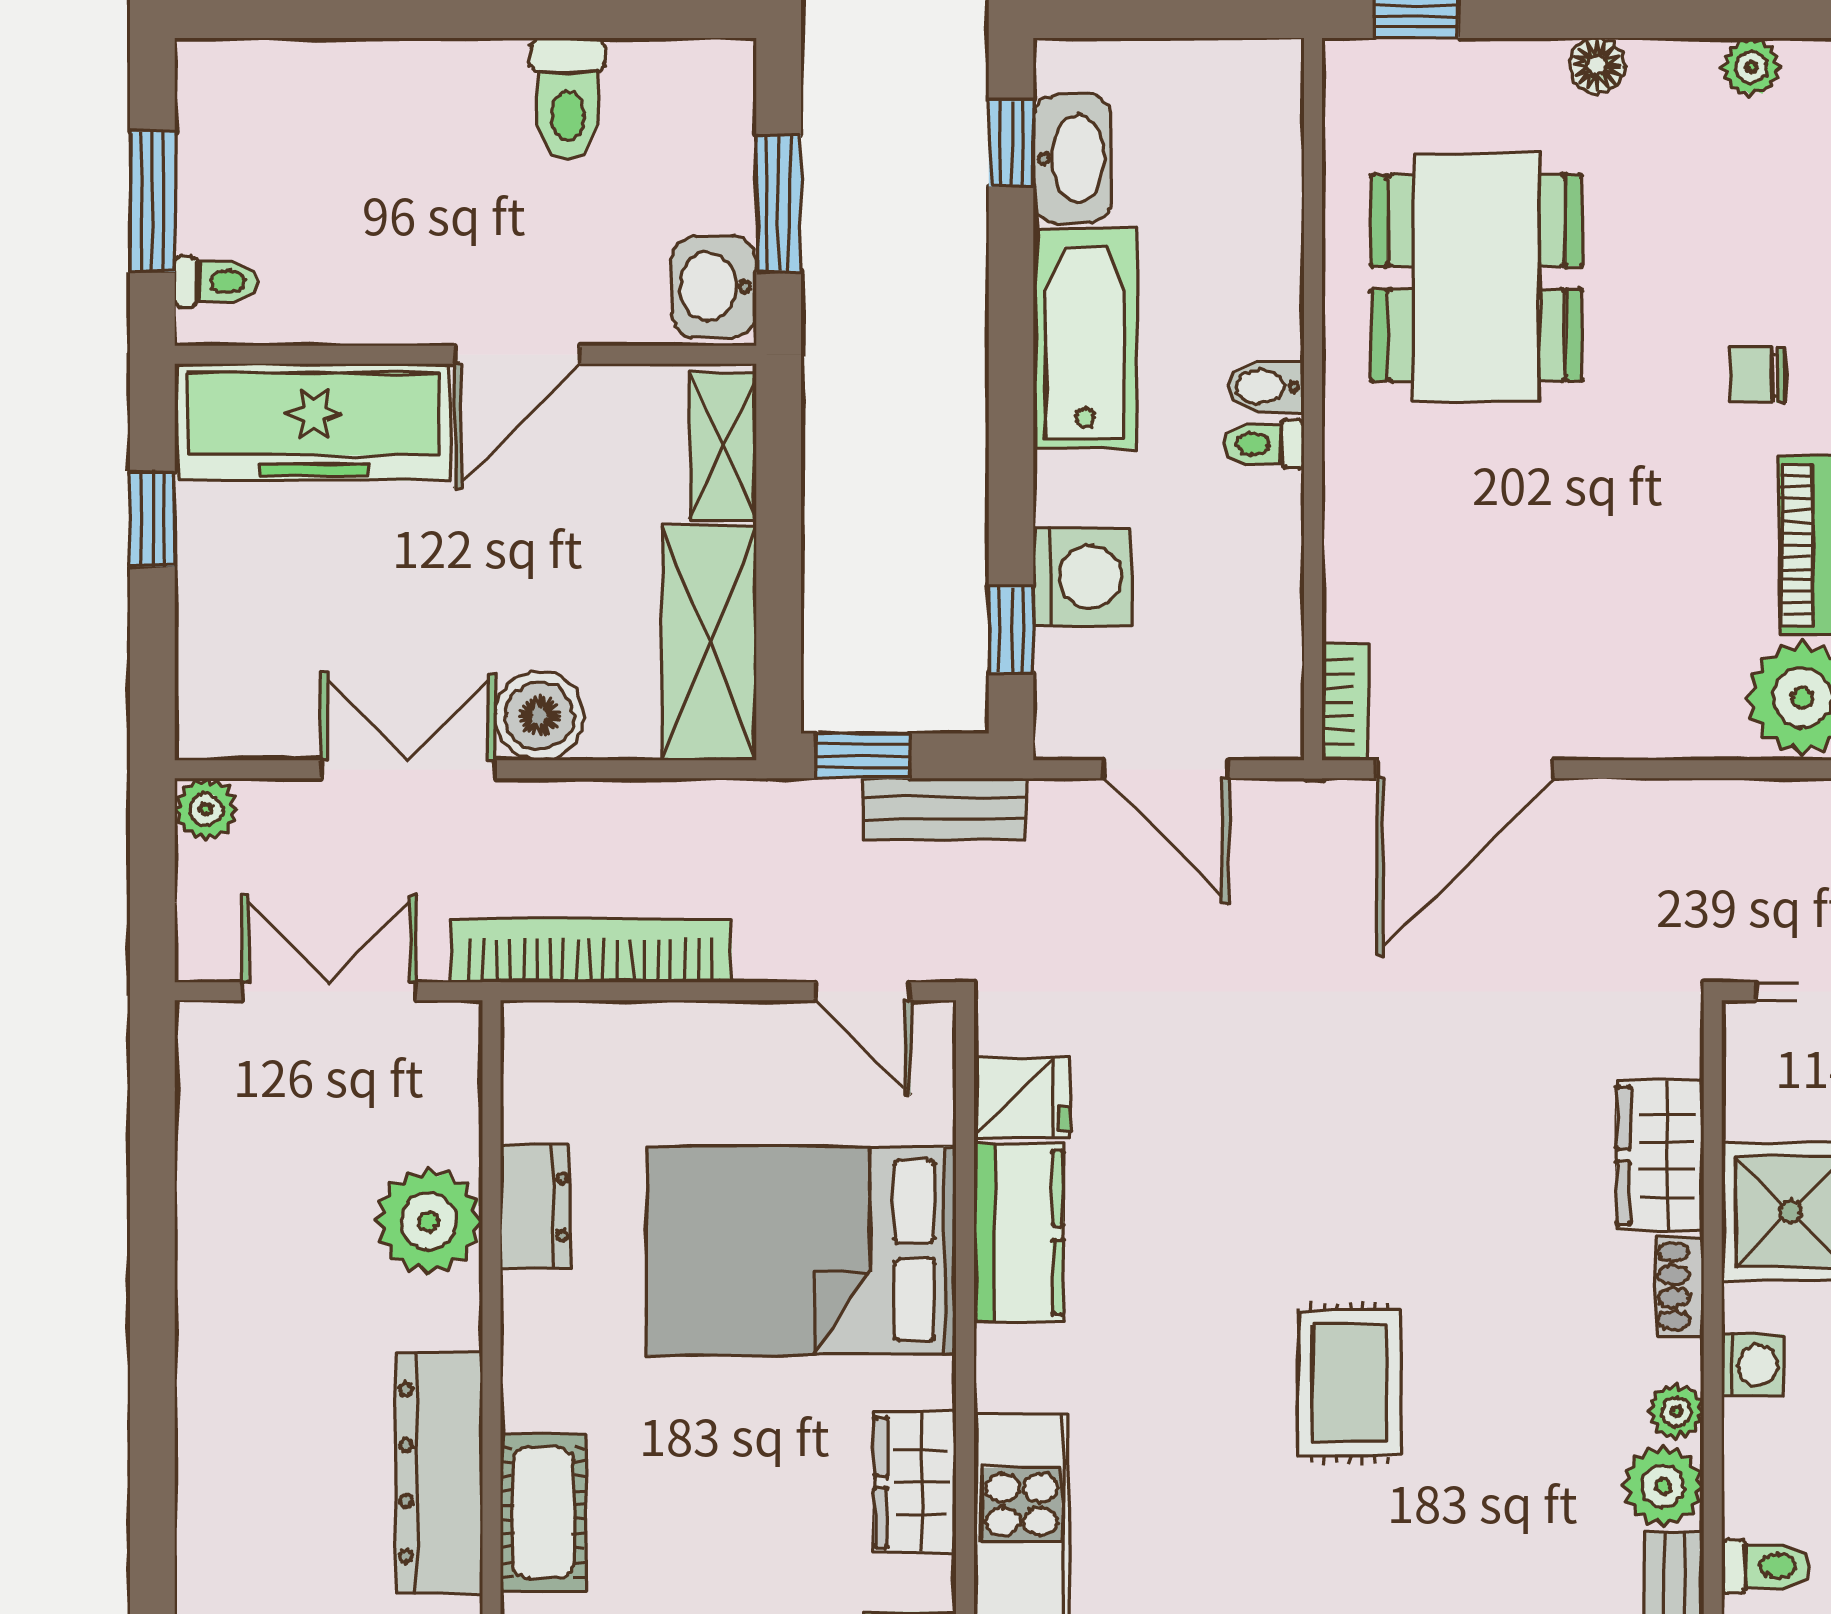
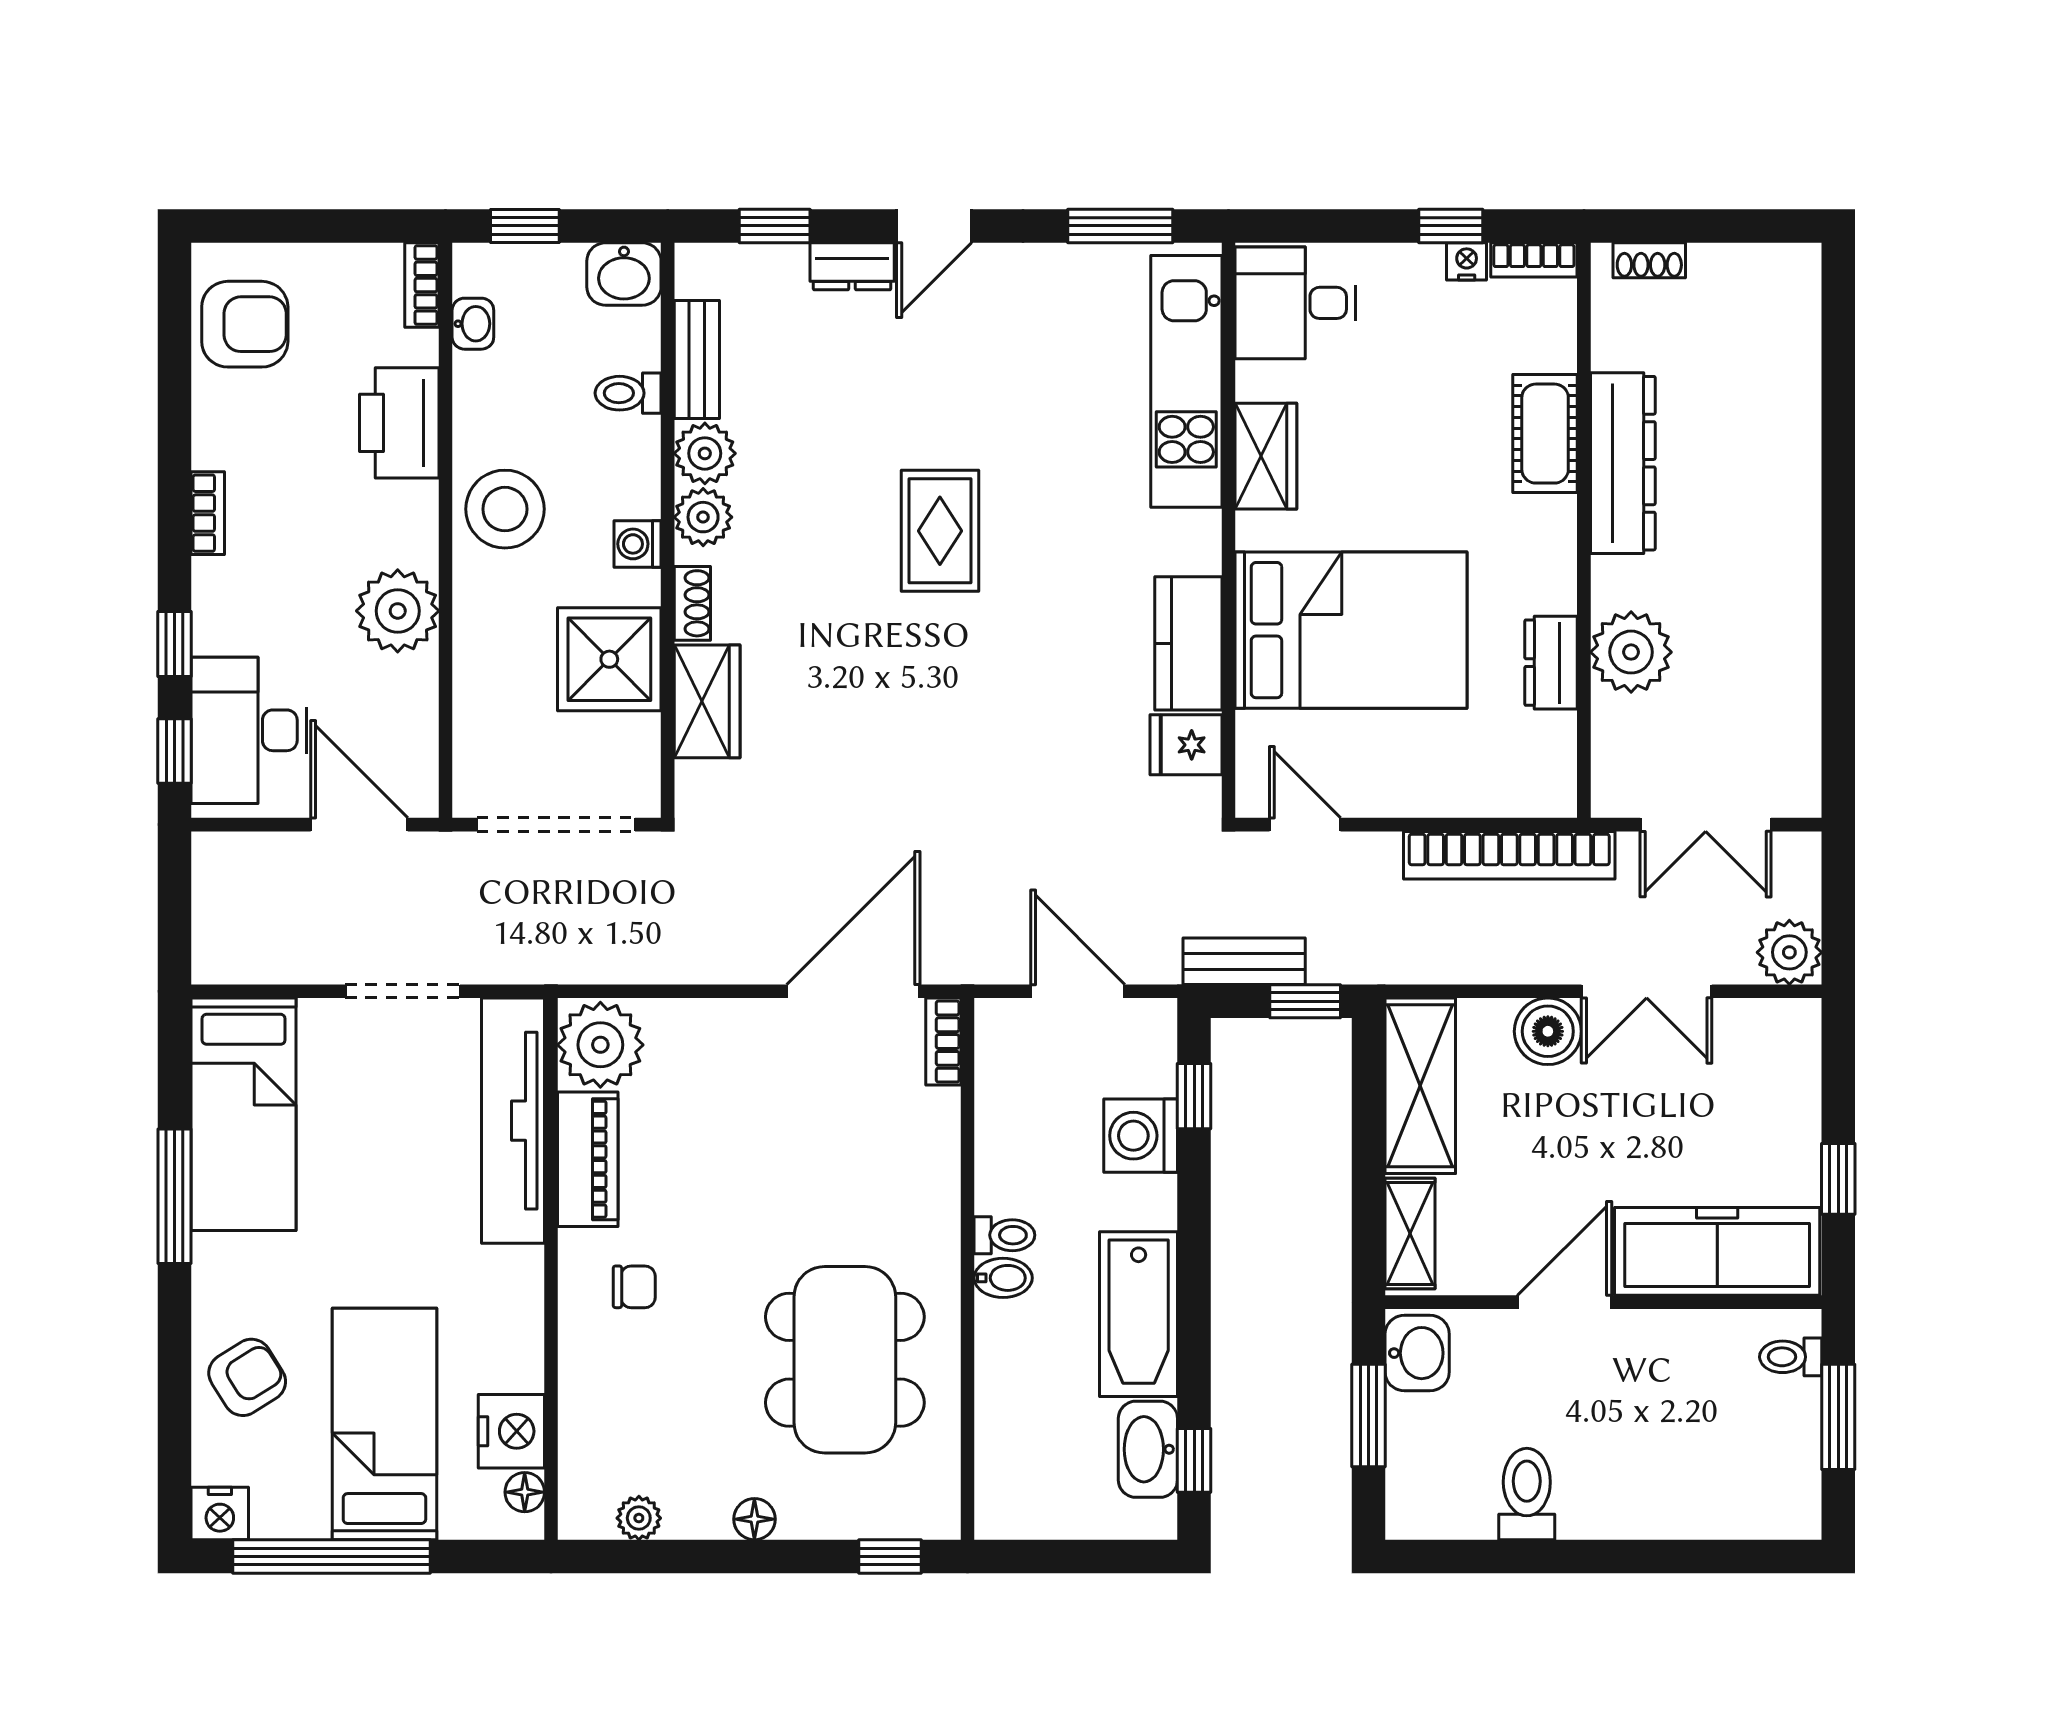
plant: (206, 809) -> (1789, 952), width x1.38, depth x1.38
plant: (1676, 1412) -> (703, 517), width x1.38, depth x1.38

